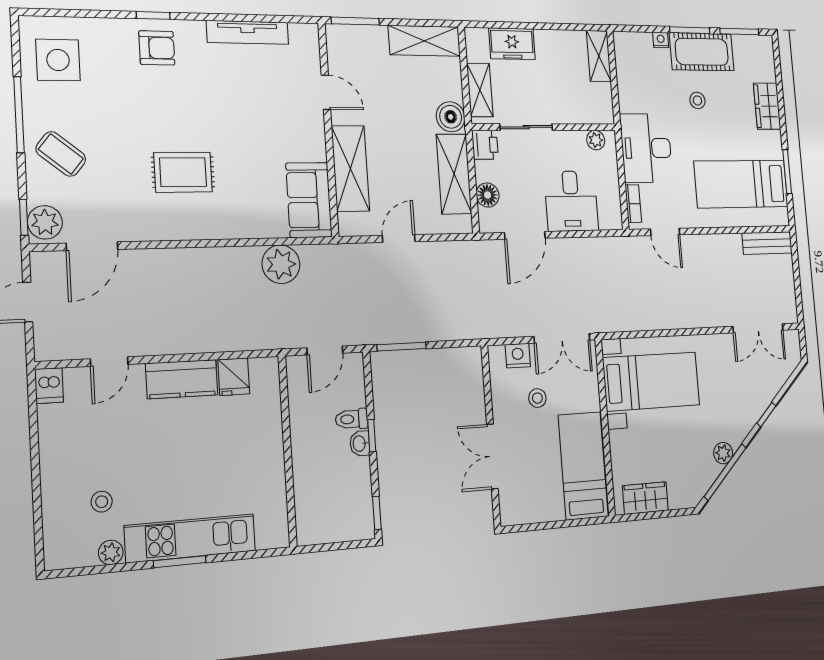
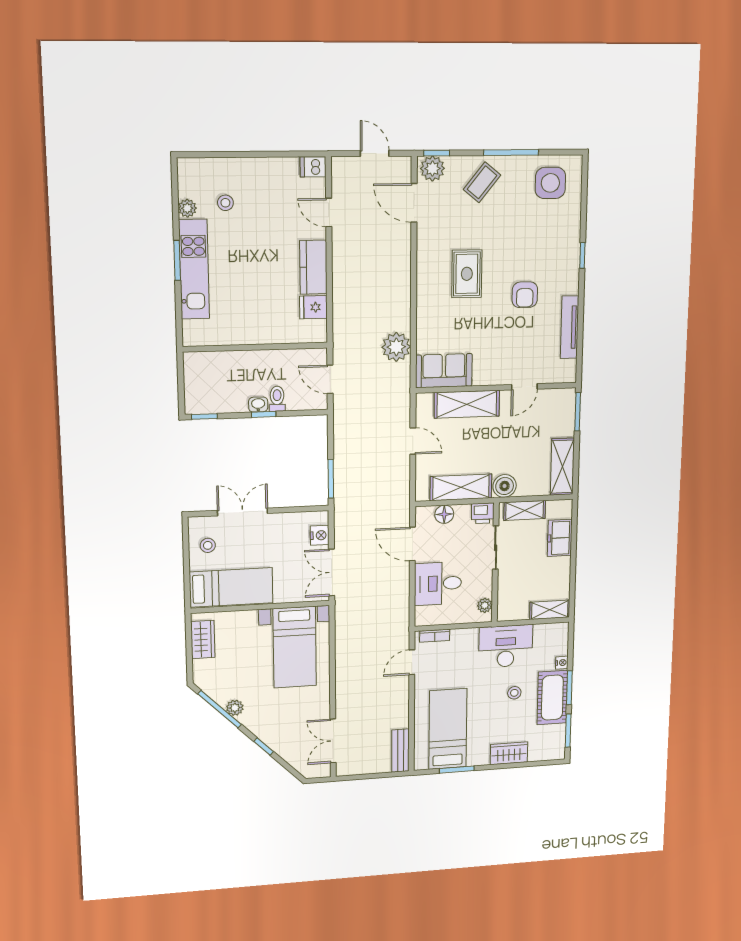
armchair: (157, 48) -> (525, 295), moved
desk: (646, 148) -> (506, 646), moved
window: (402, 347) -> (331, 479), moved
stool: (537, 398) -> (208, 545), moved

